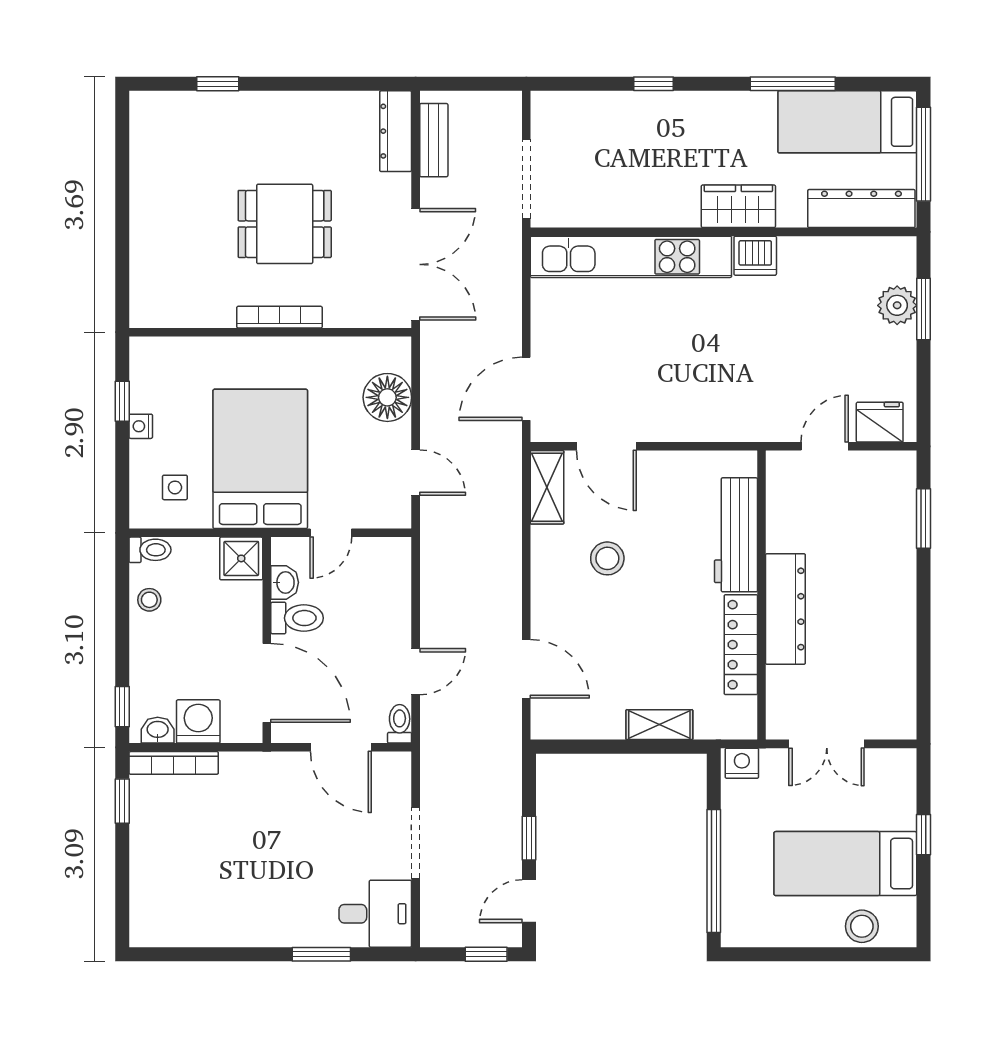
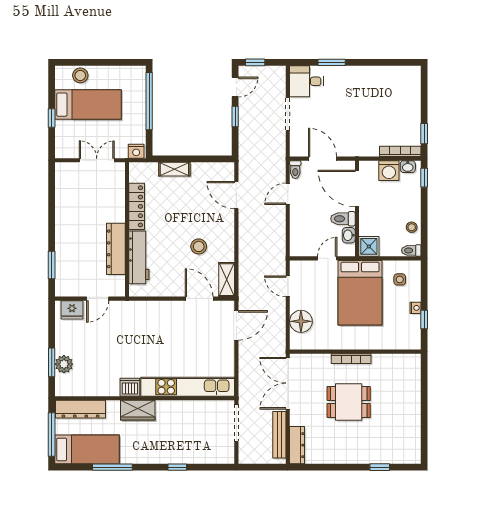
bench: (434, 140) -> (279, 435), width x1.36
dresser: (785, 609) -> (116, 249), moved

